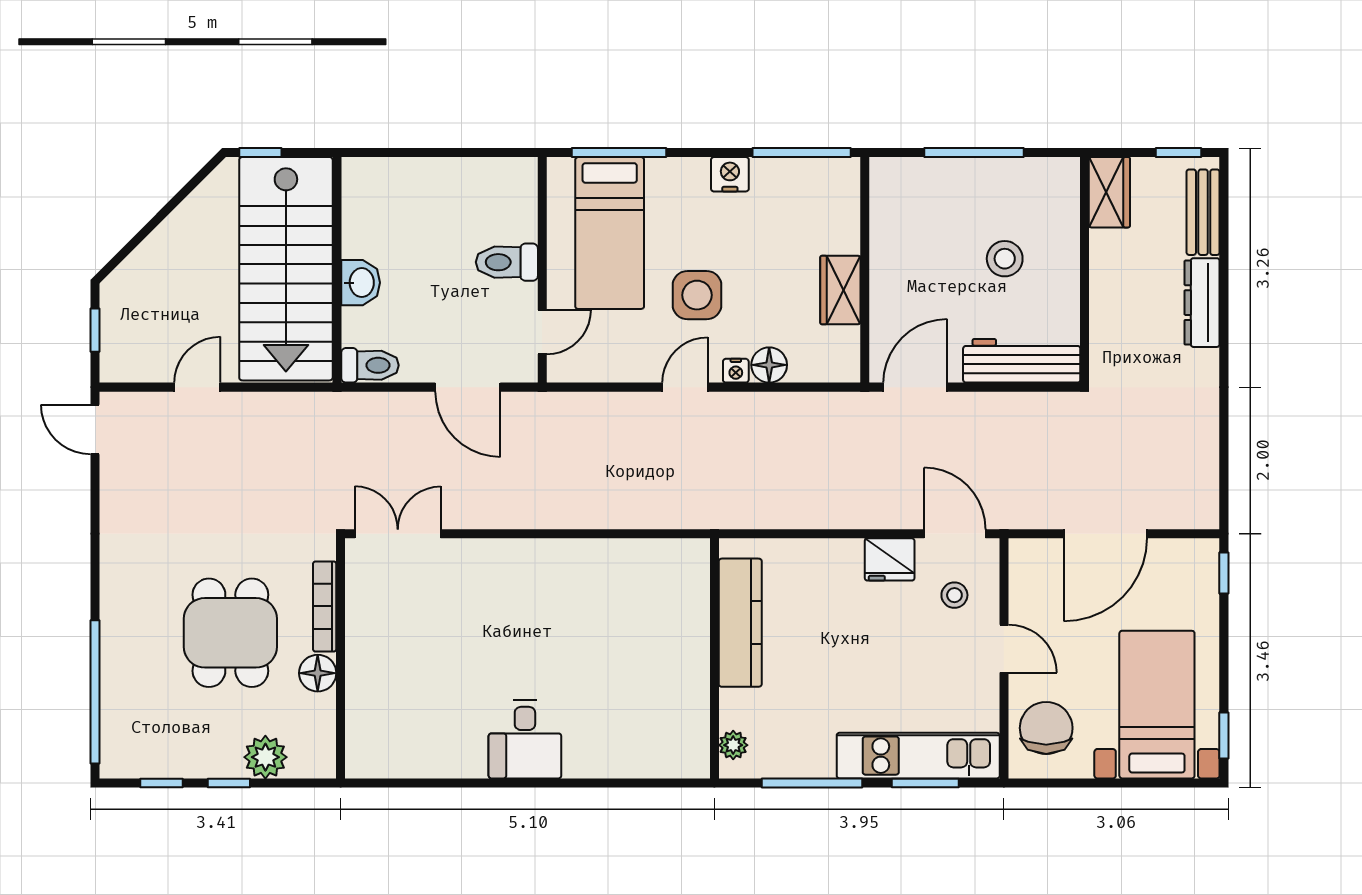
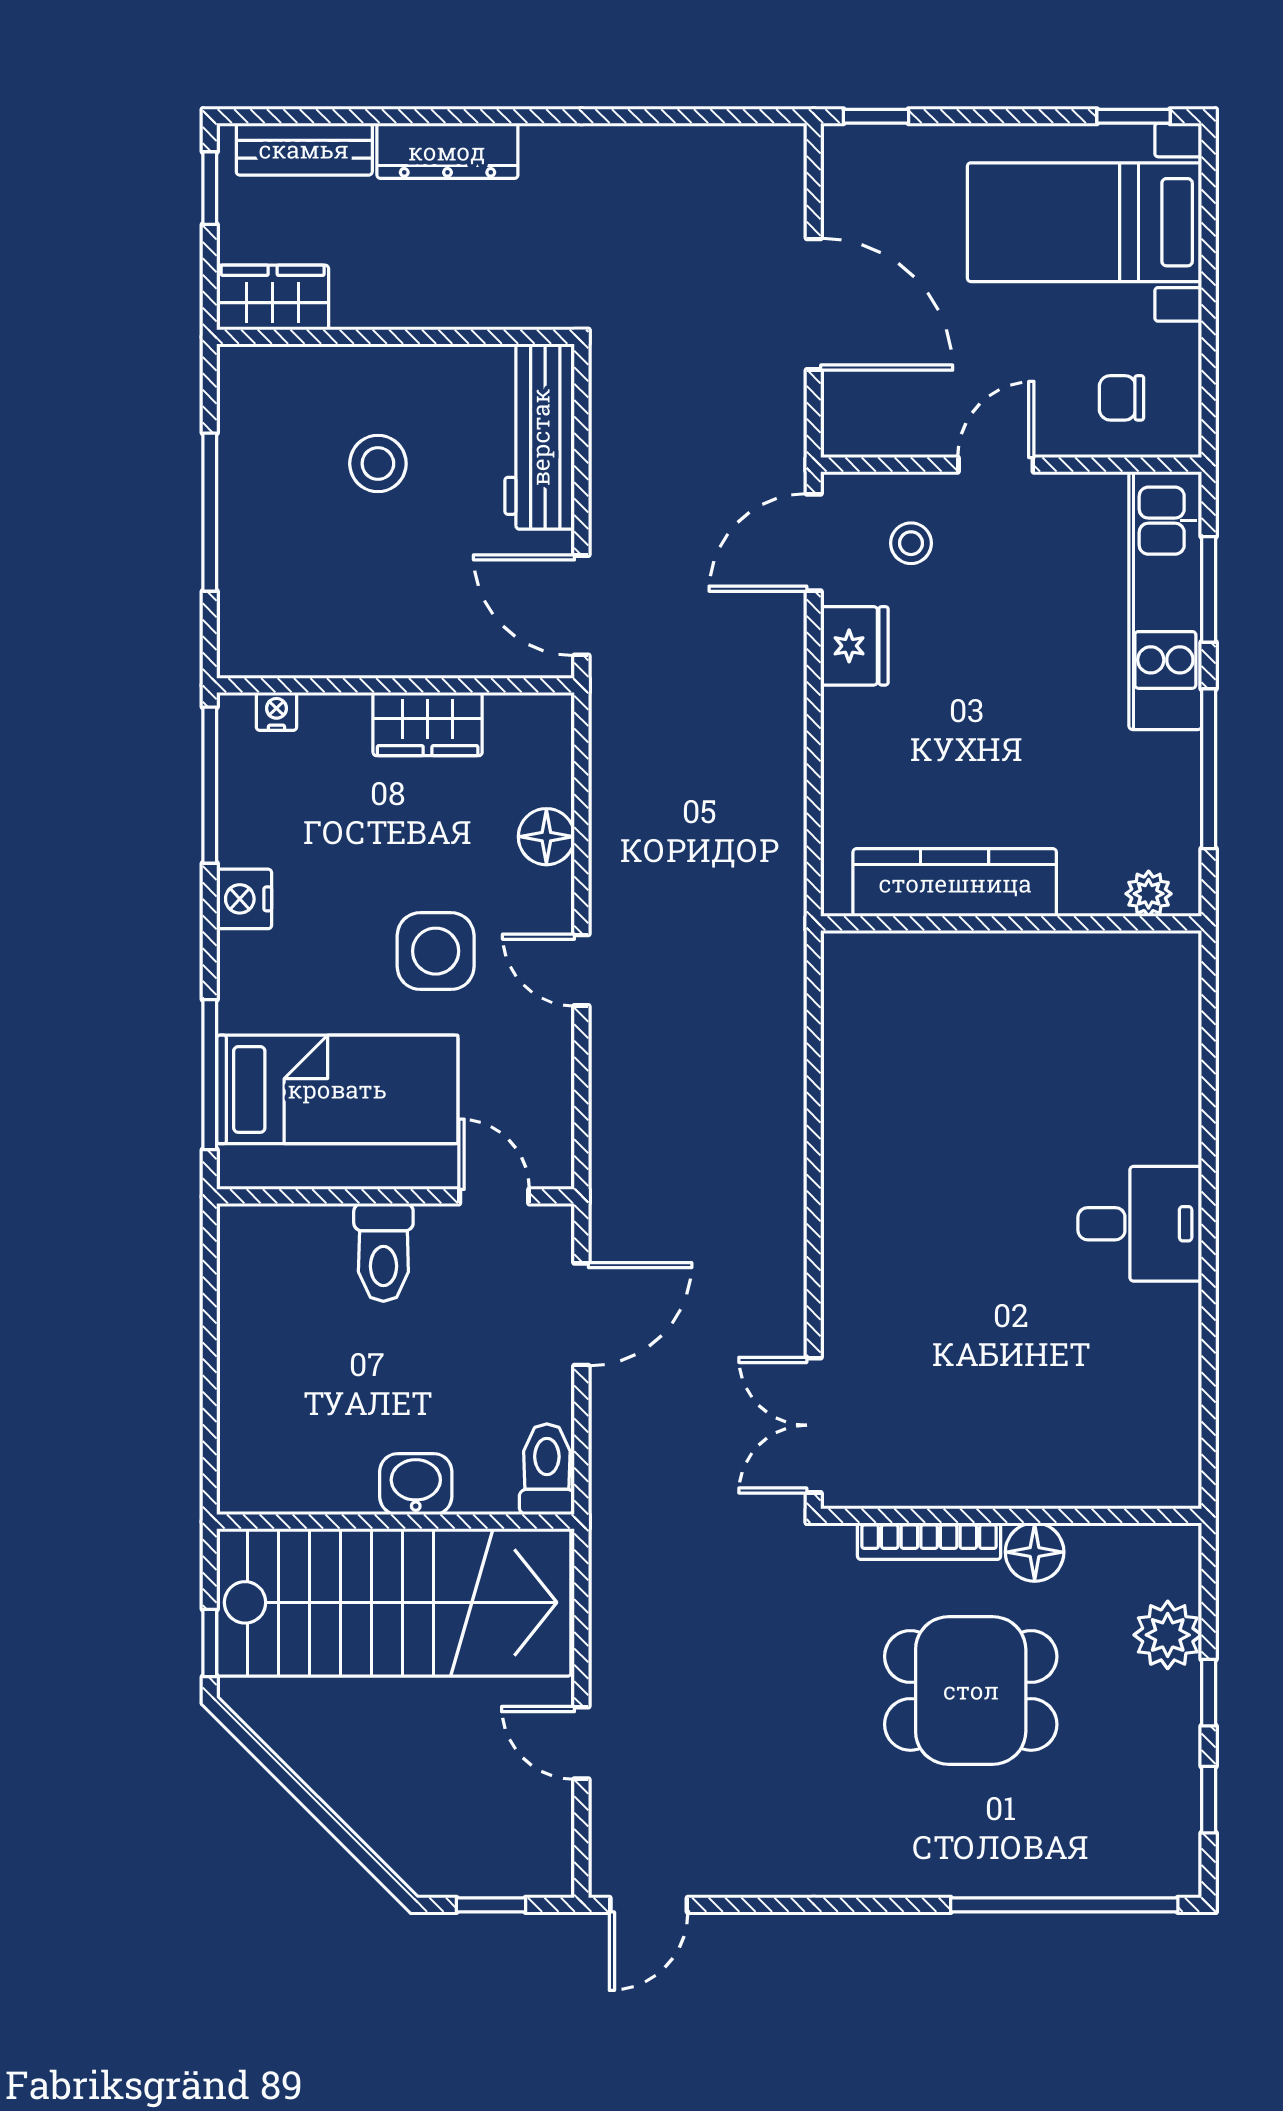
nightstand: (736, 371) -> (276, 711), moved, turned -90
chair: (1046, 728) -> (1122, 398), width x0.54, depth x0.54

